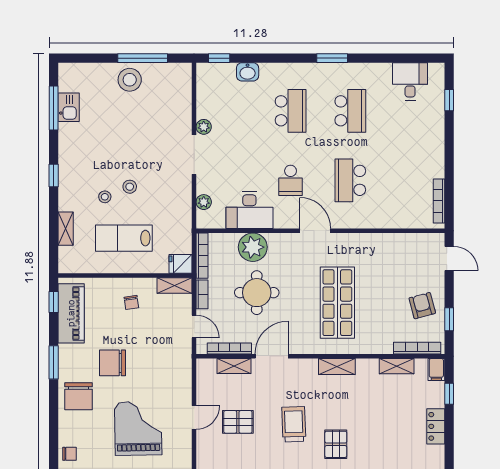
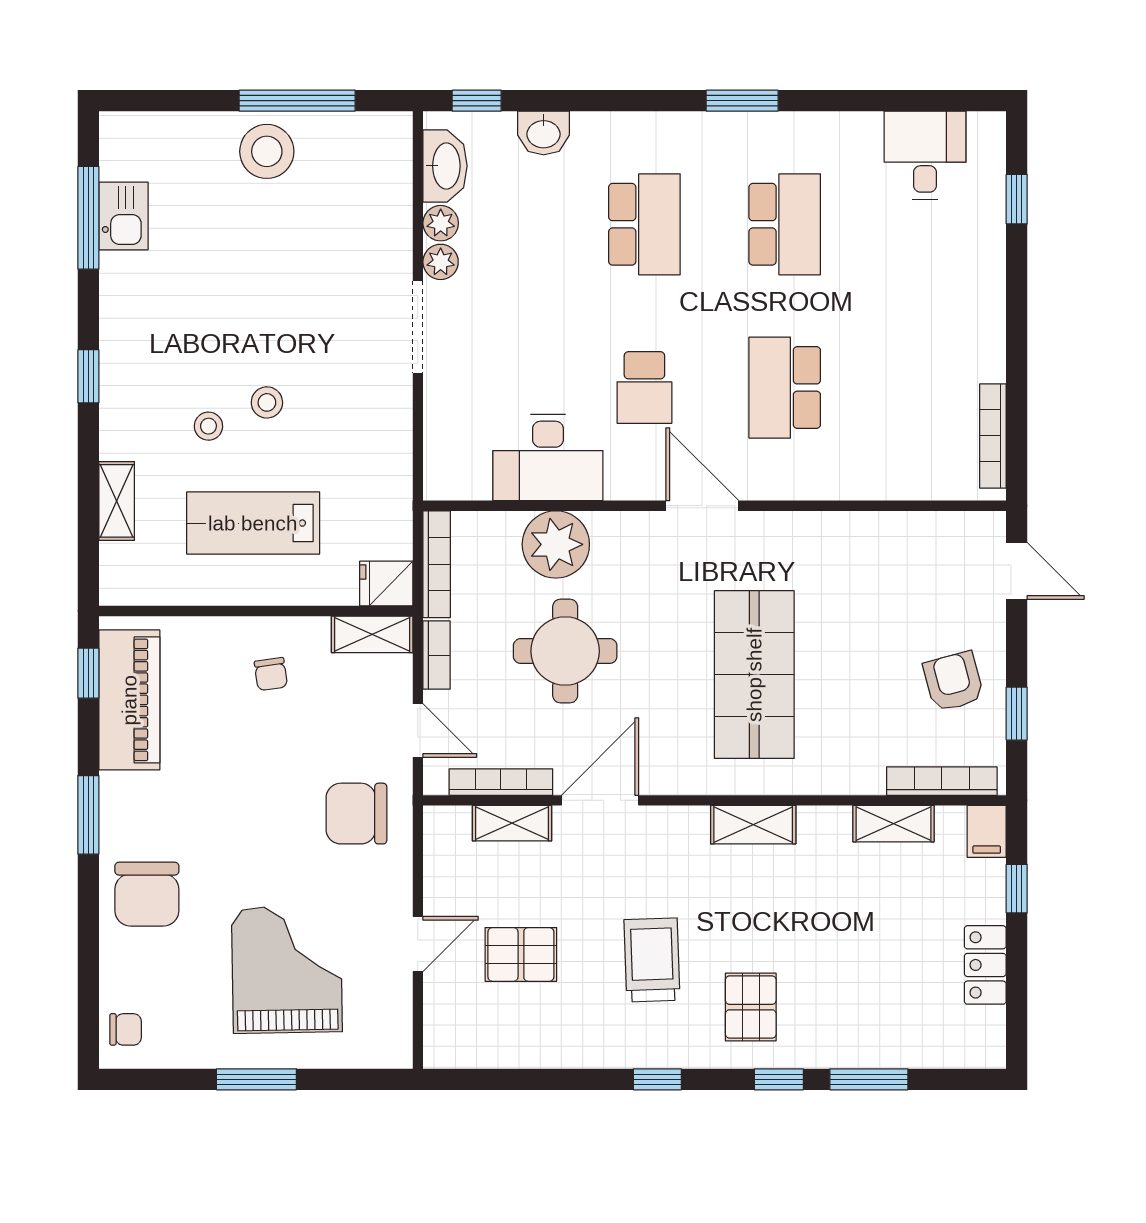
washbasin: (206, 86) -> (445, 166), added
plant: (204, 202) -> (441, 223), moved
chair: (113, 363) -> (356, 814), moved

